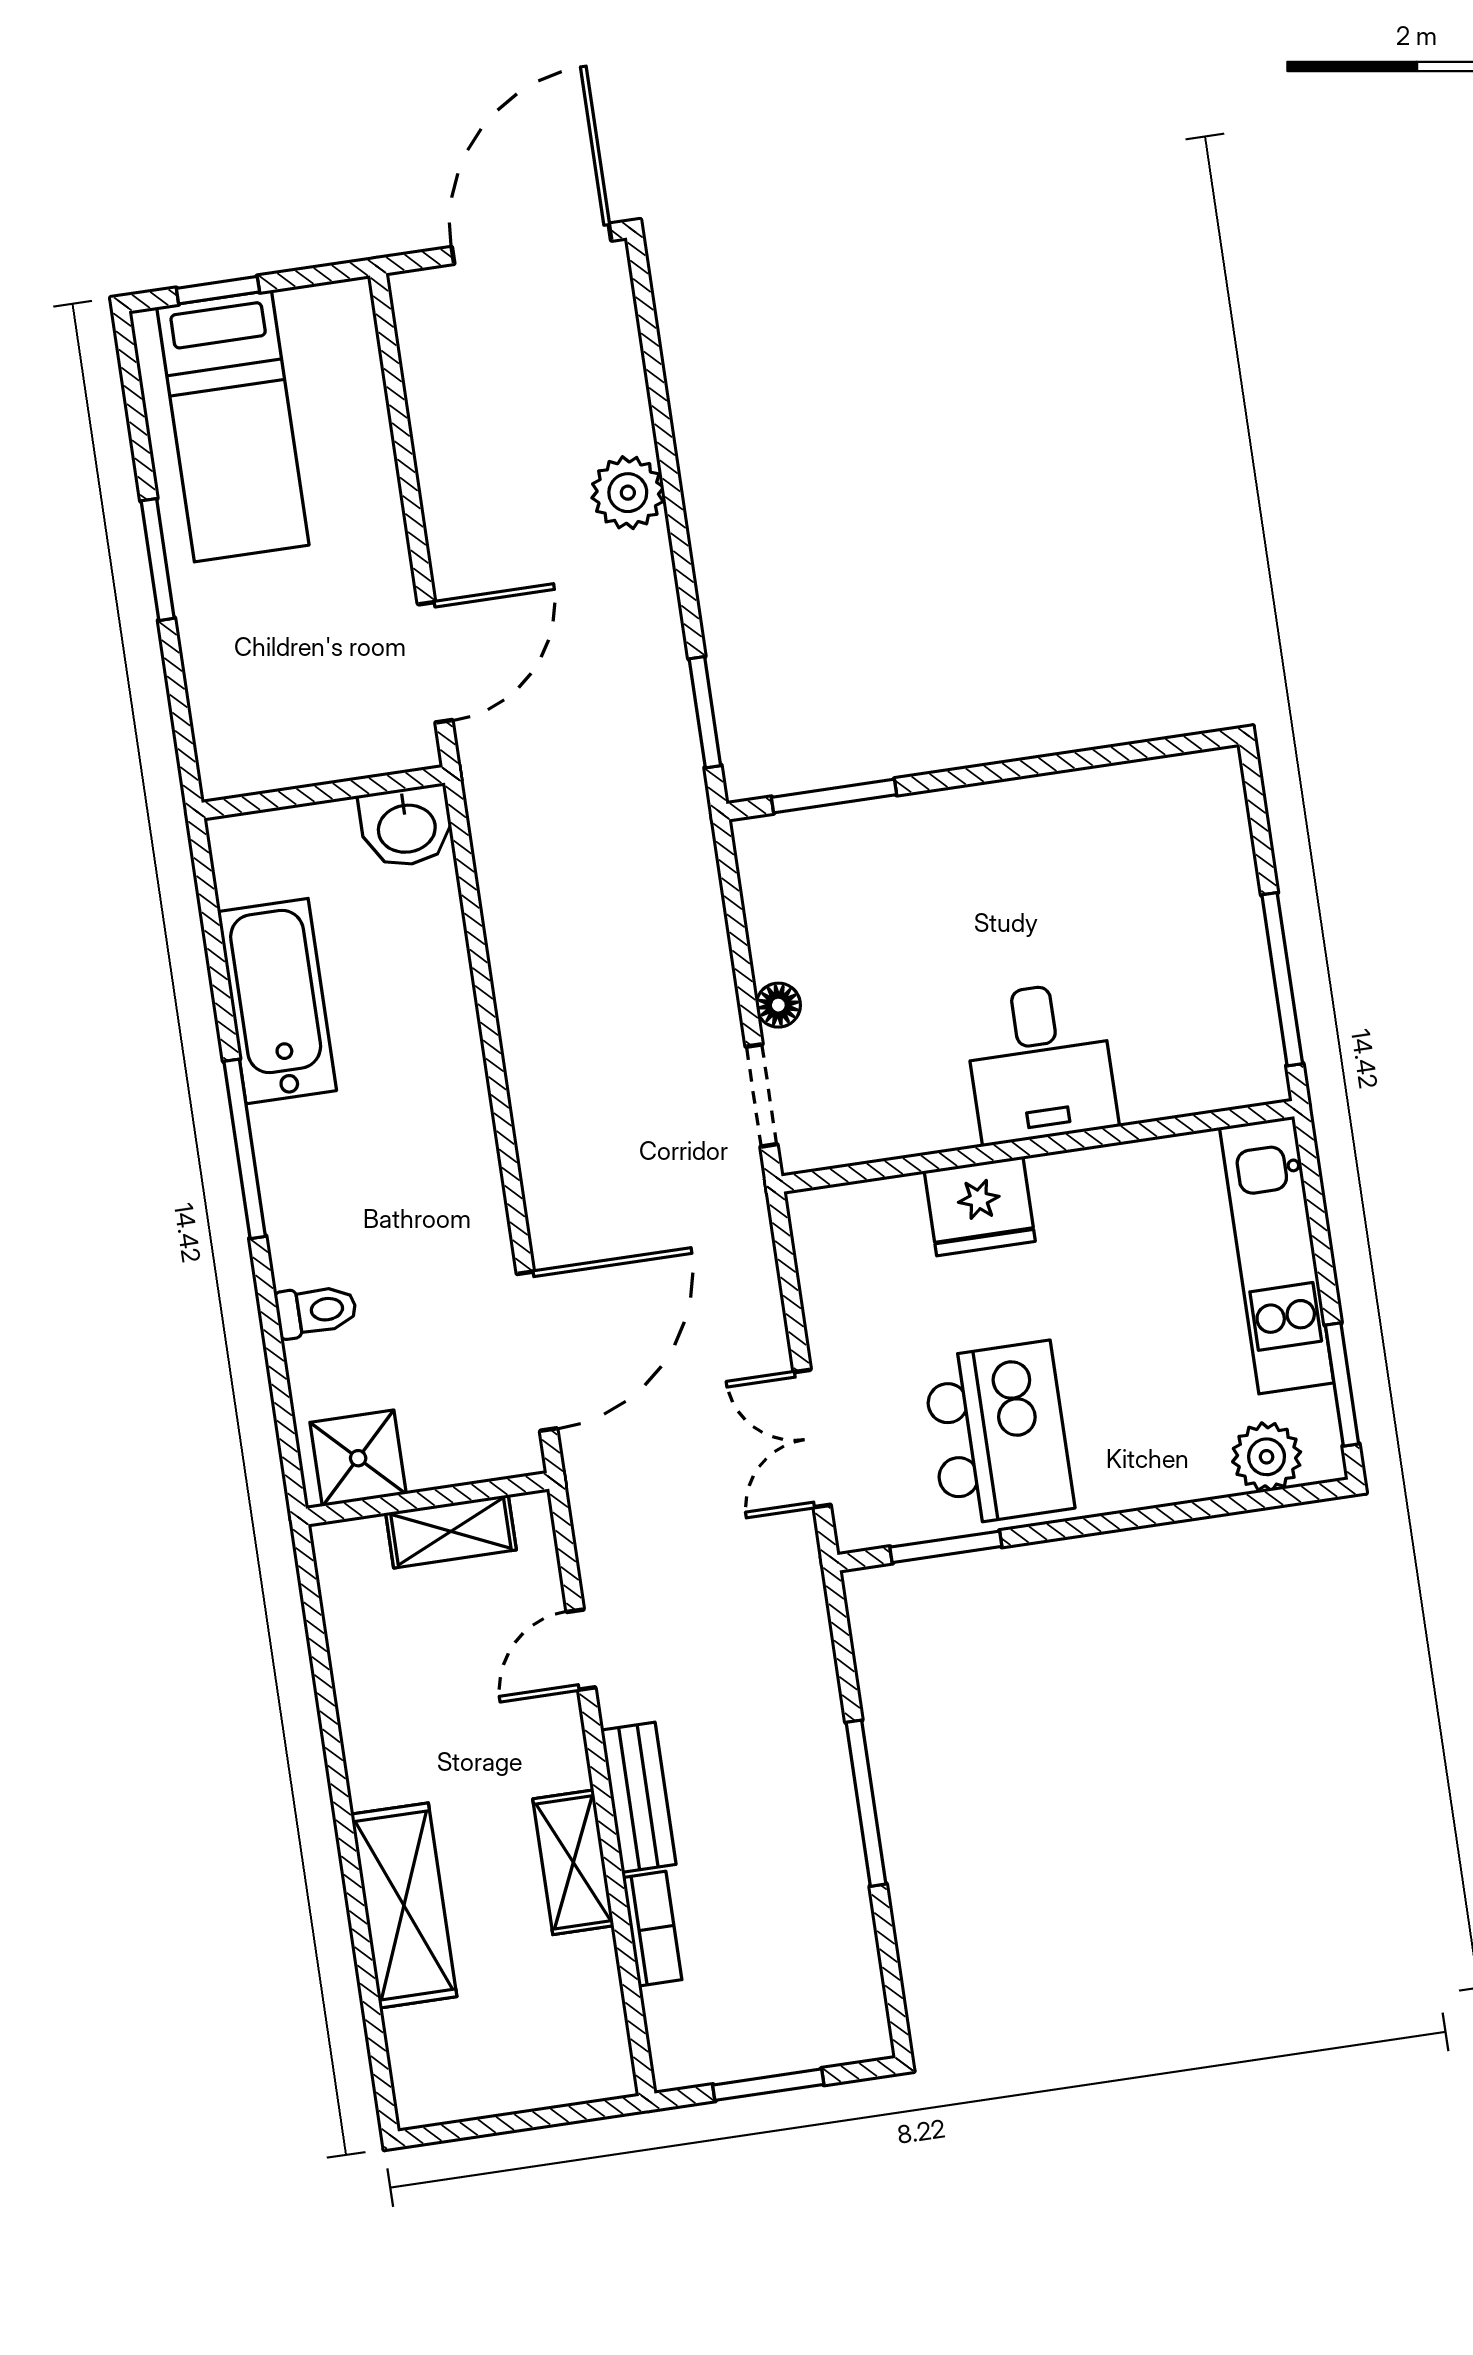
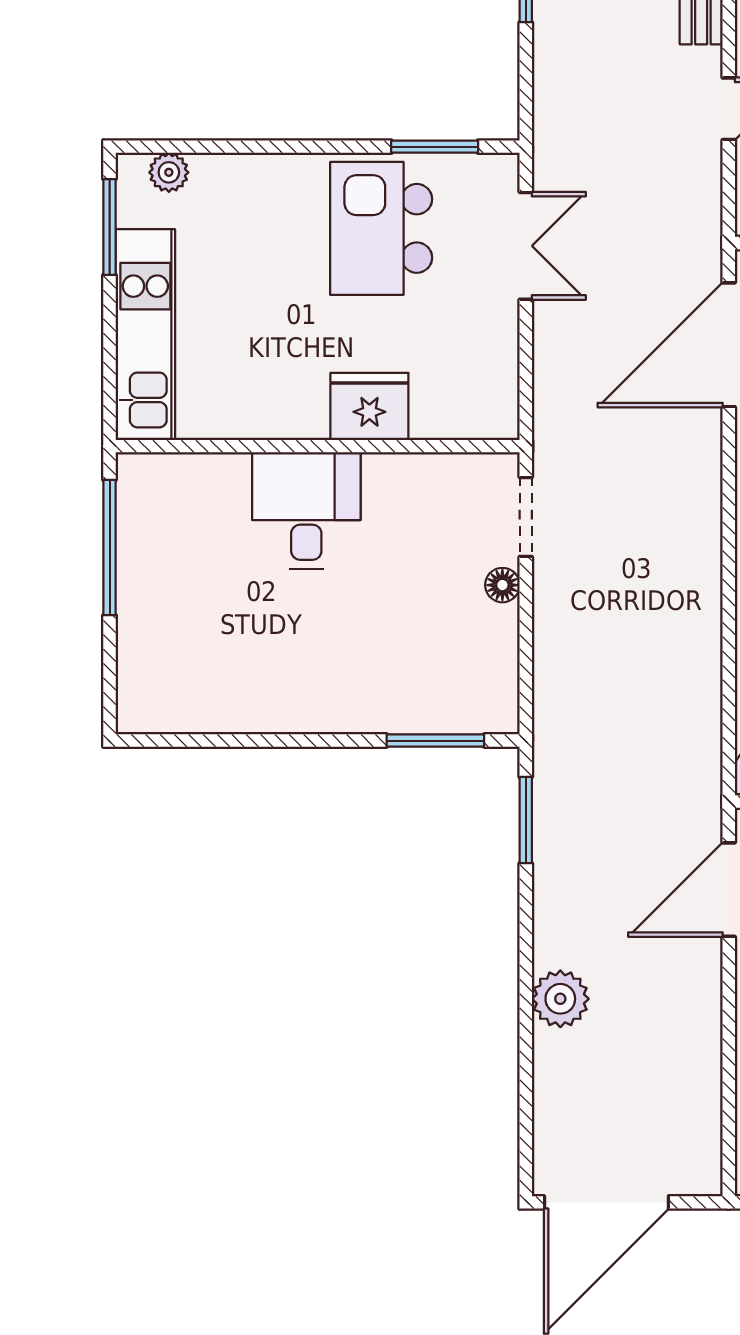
plant: (1267, 1457) -> (169, 172), width x0.73, depth x0.73

